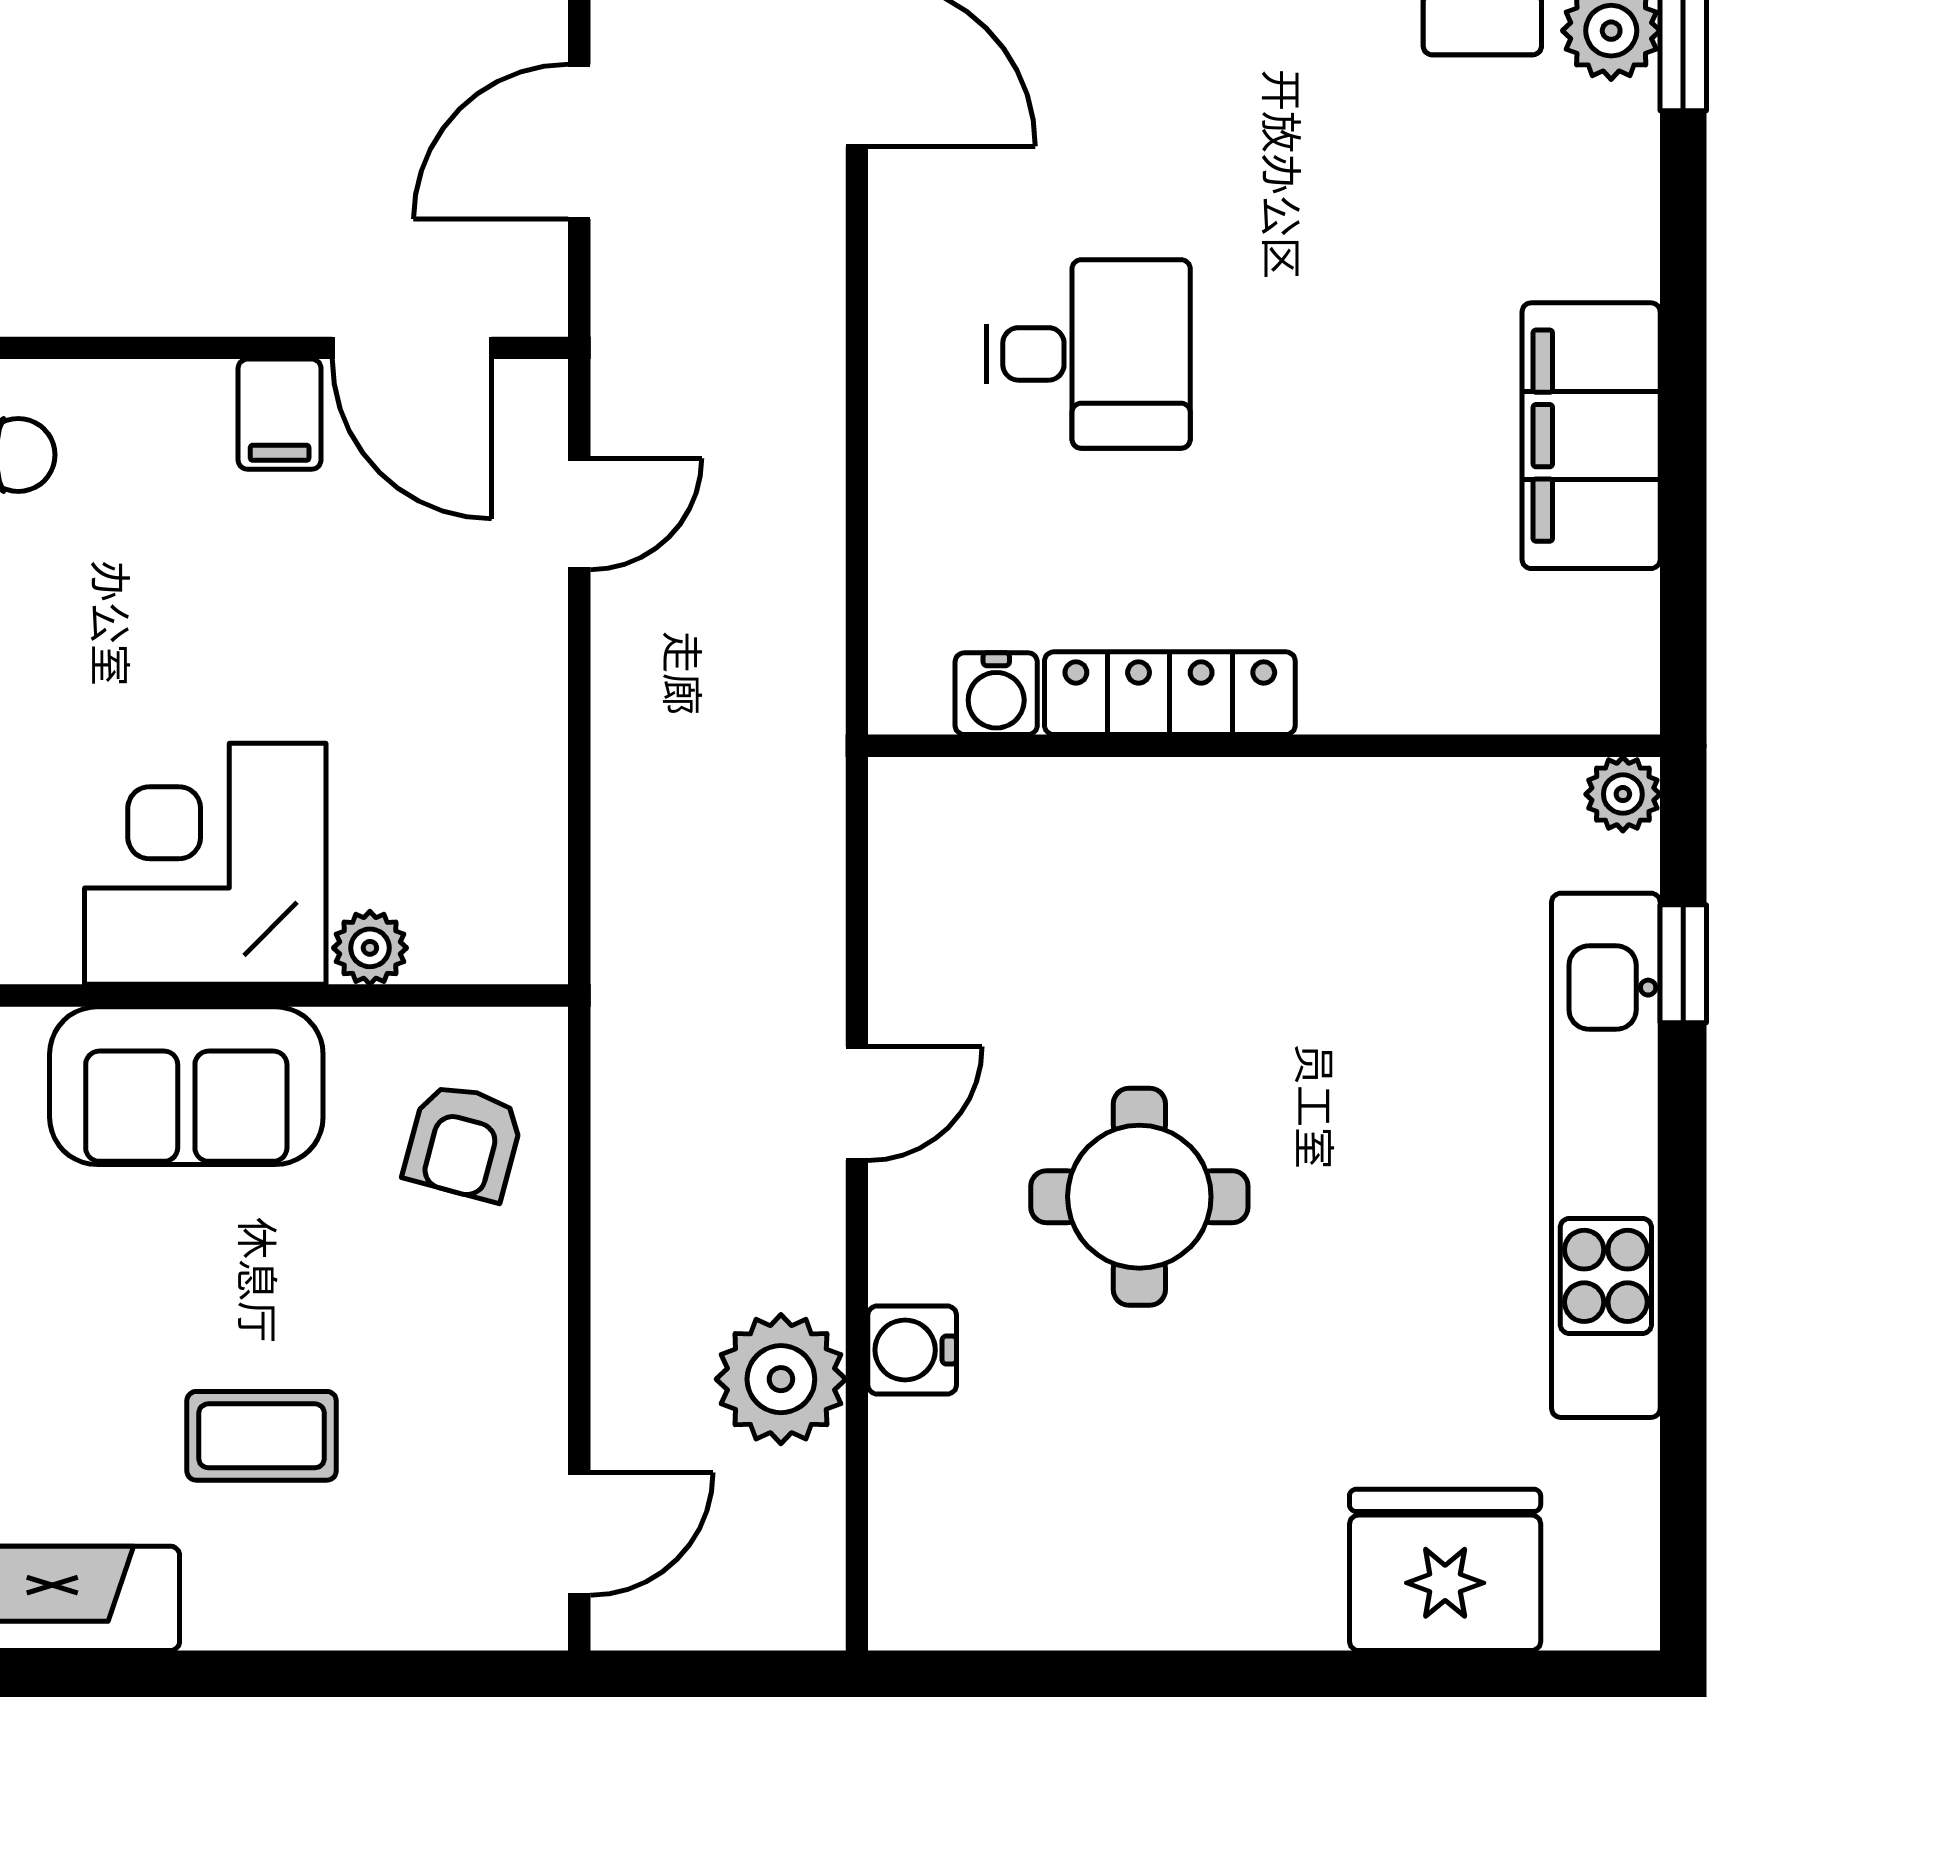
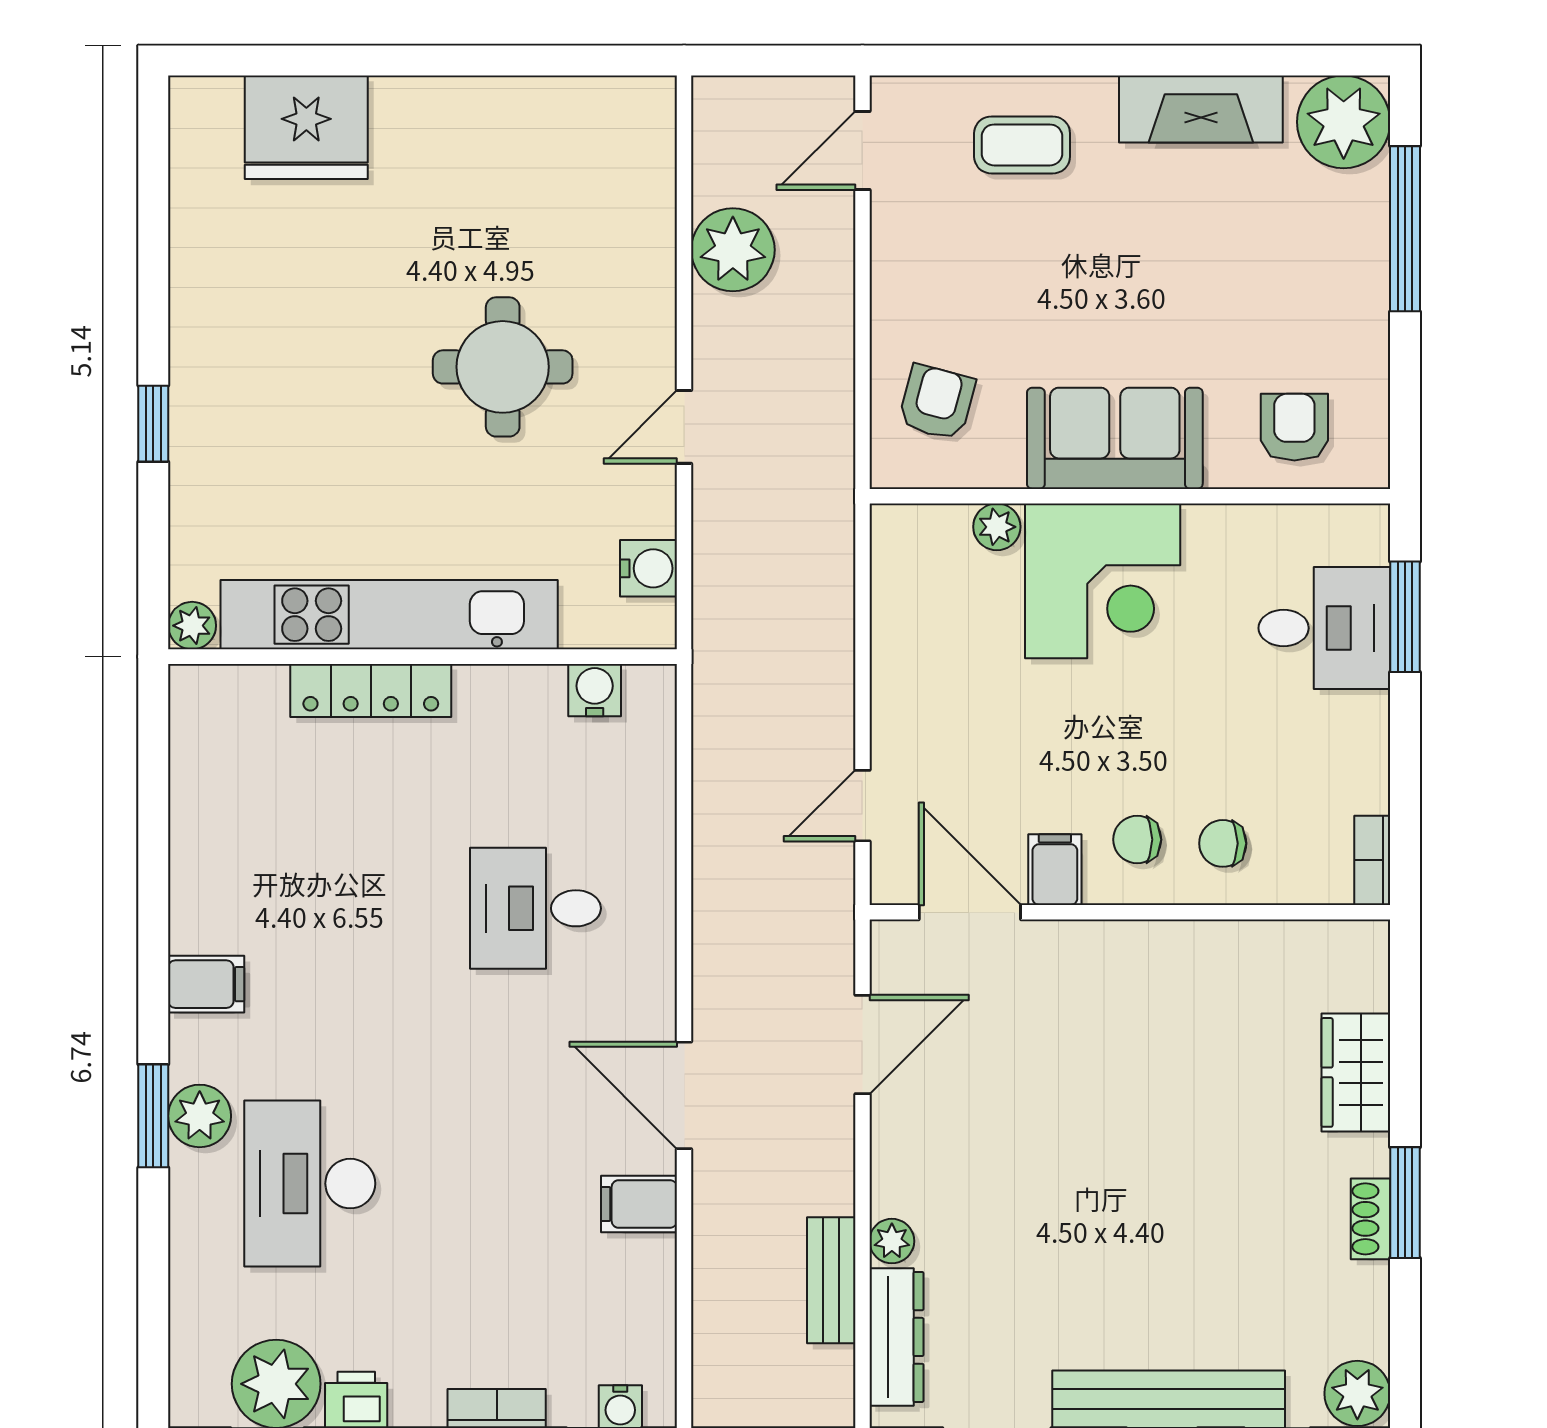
filing cabinet: (1591, 436) -> (206, 984), moved, width x0.33, depth x0.86
chair: (151, 461) -> (1137, 840), added
locker: (1170, 693) -> (371, 690), moved
window: (1683, 964) -> (153, 424), moved
kitchen unit: (1606, 1155) -> (389, 615), moved, turned -90
water cooler: (912, 1350) -> (649, 568), moved
coffee table: (262, 1436) -> (1022, 145), moved

